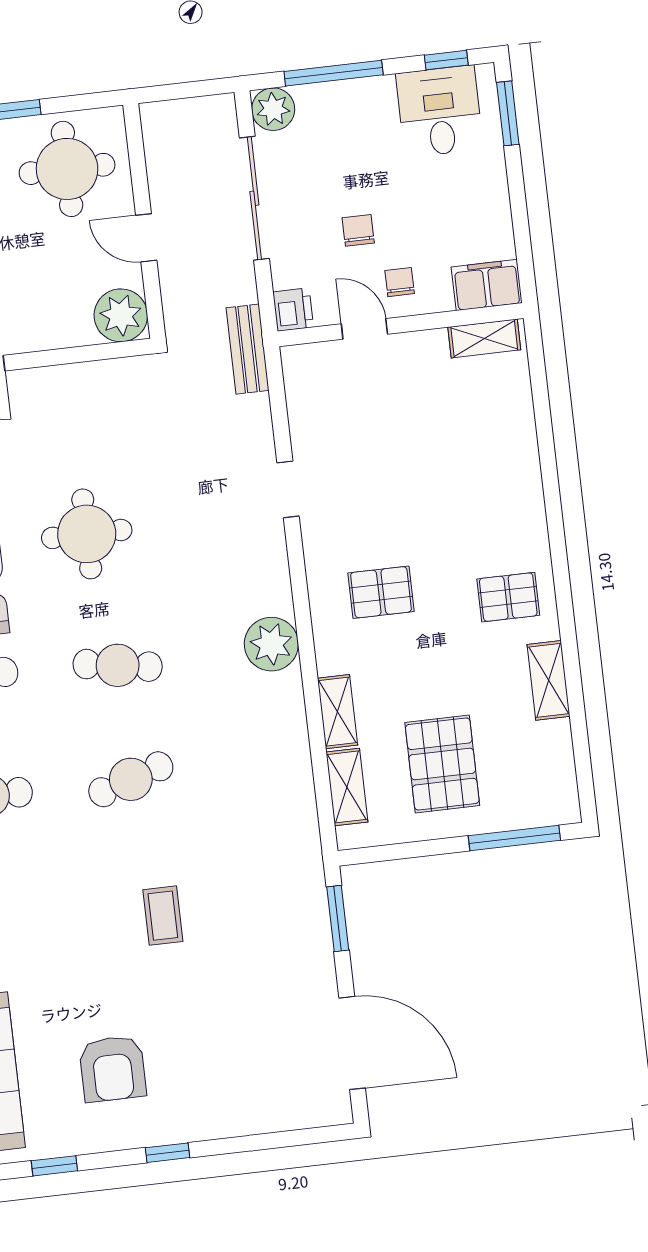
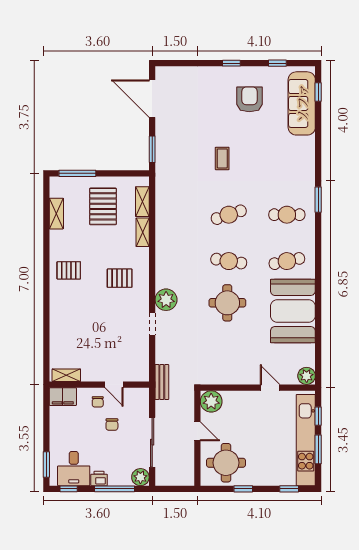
printer: (293, 310) -> (99, 478), moved, turned 90
round table: (87, 534) -> (227, 303), moved
plant: (271, 644) -> (166, 300), moved
shelving: (549, 680) -> (56, 214), moved

